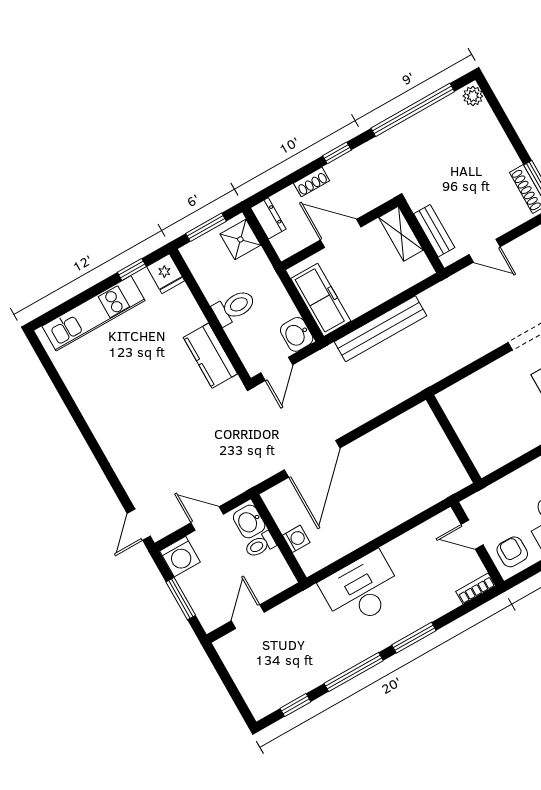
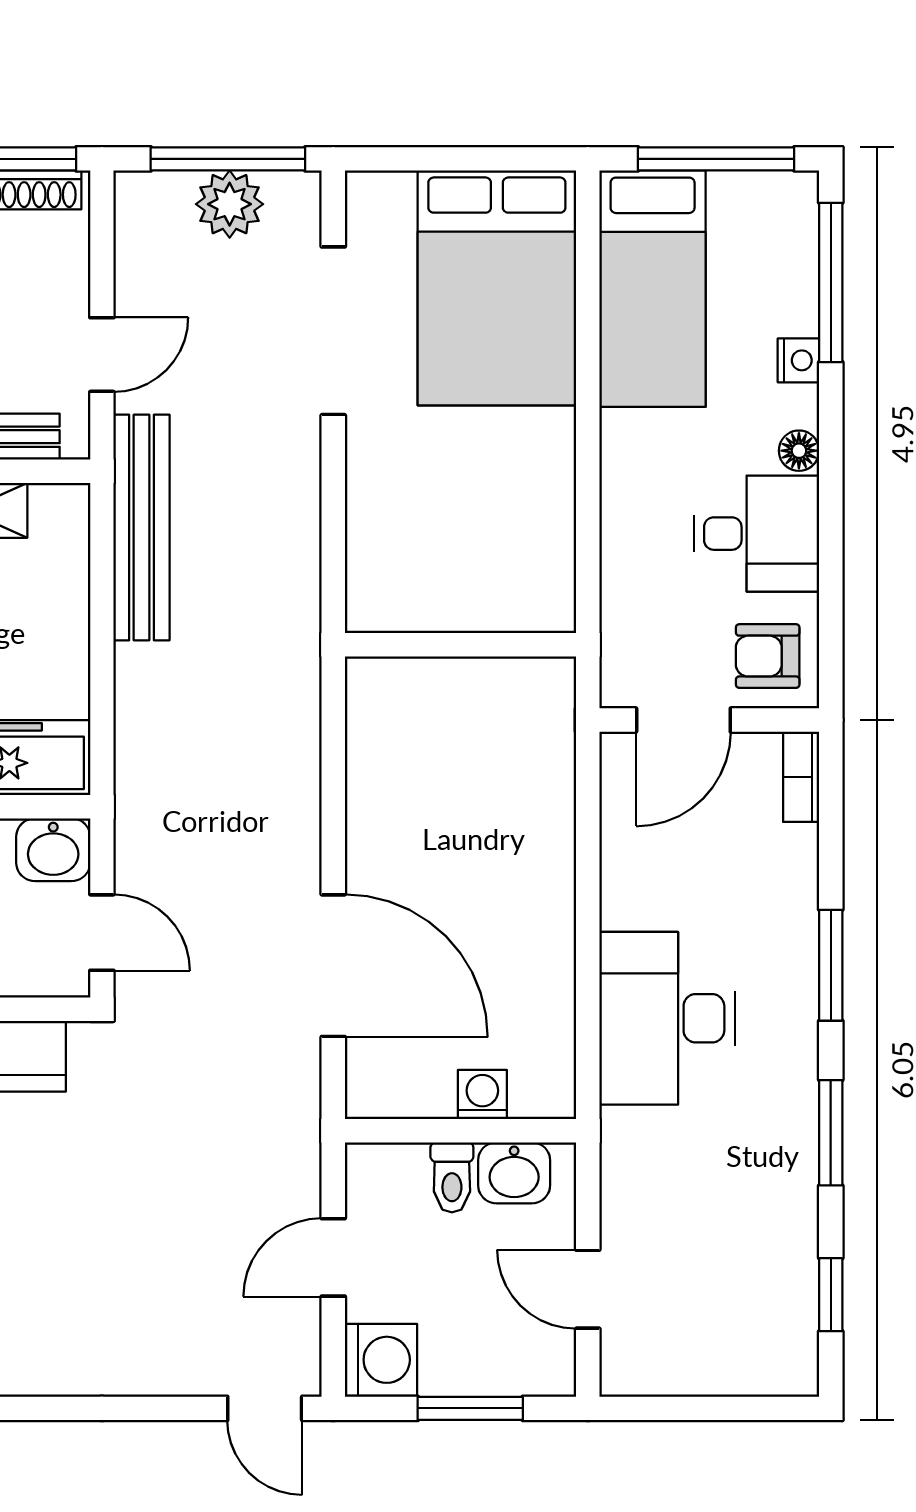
bench: (380, 329) -> (142, 527), moved
washbasin: (249, 521) -> (514, 1173), moved
door: (472, 535) -> (683, 720), width x1.38
window: (354, 672) -> (831, 1133), width x0.69

